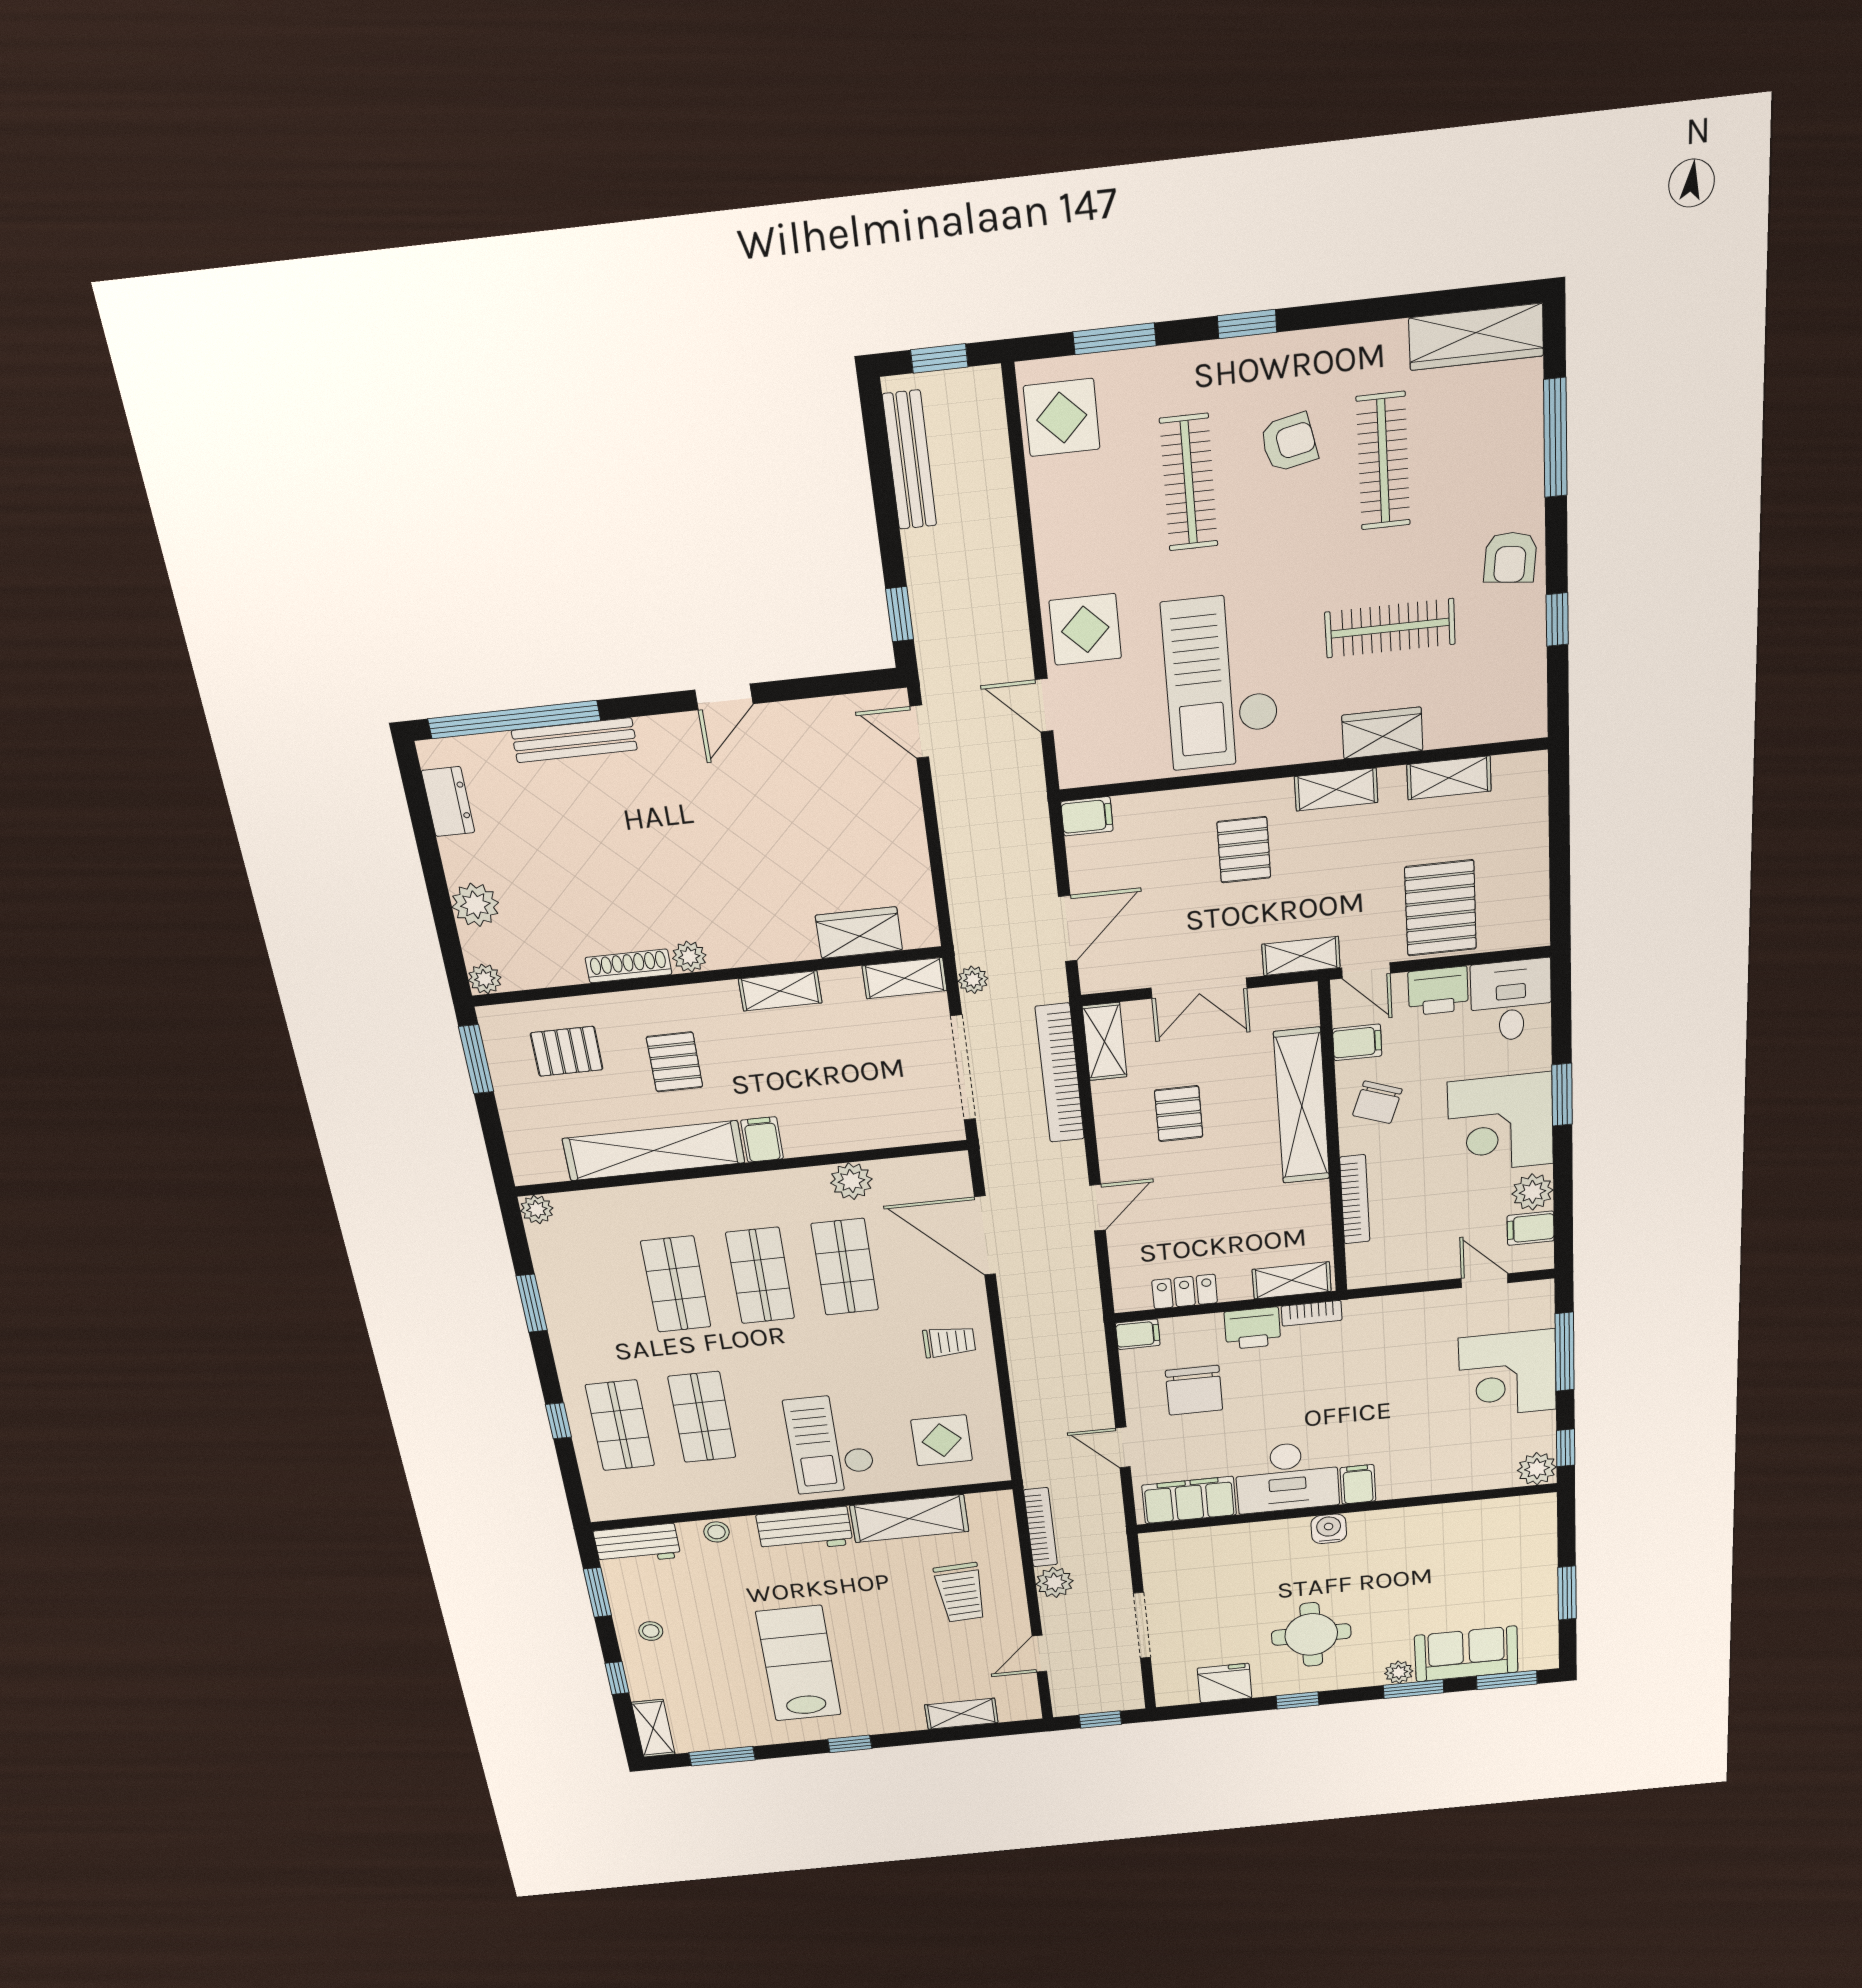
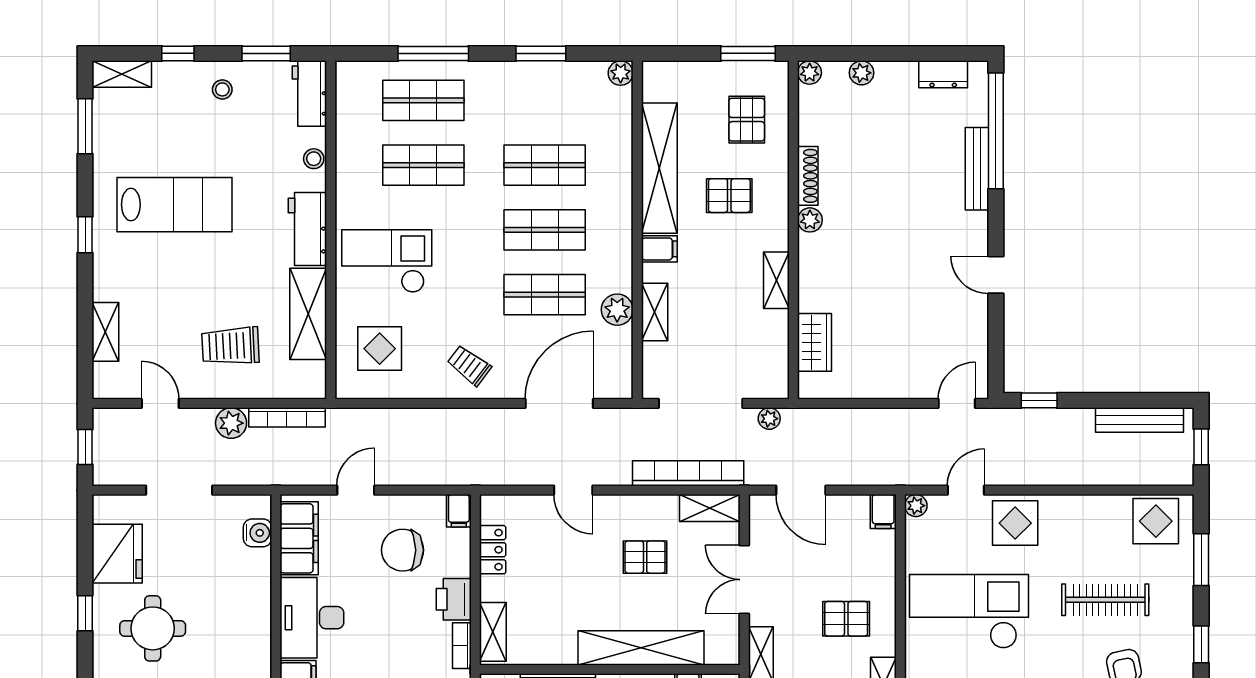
plant: (1074, 773) -> (916, 506), added
plant: (475, 905) -> (862, 73), width x0.73, depth x0.73
shelving: (905, 978) -> (655, 312), moved
trolley: (949, 1342) -> (469, 365), turned 127
window: (558, 1421) -> (433, 53), width x2.17
water cooler: (1329, 1529) -> (257, 533), moved
fridge: (1225, 1683) -> (117, 554), width x1.36, depth x1.34

